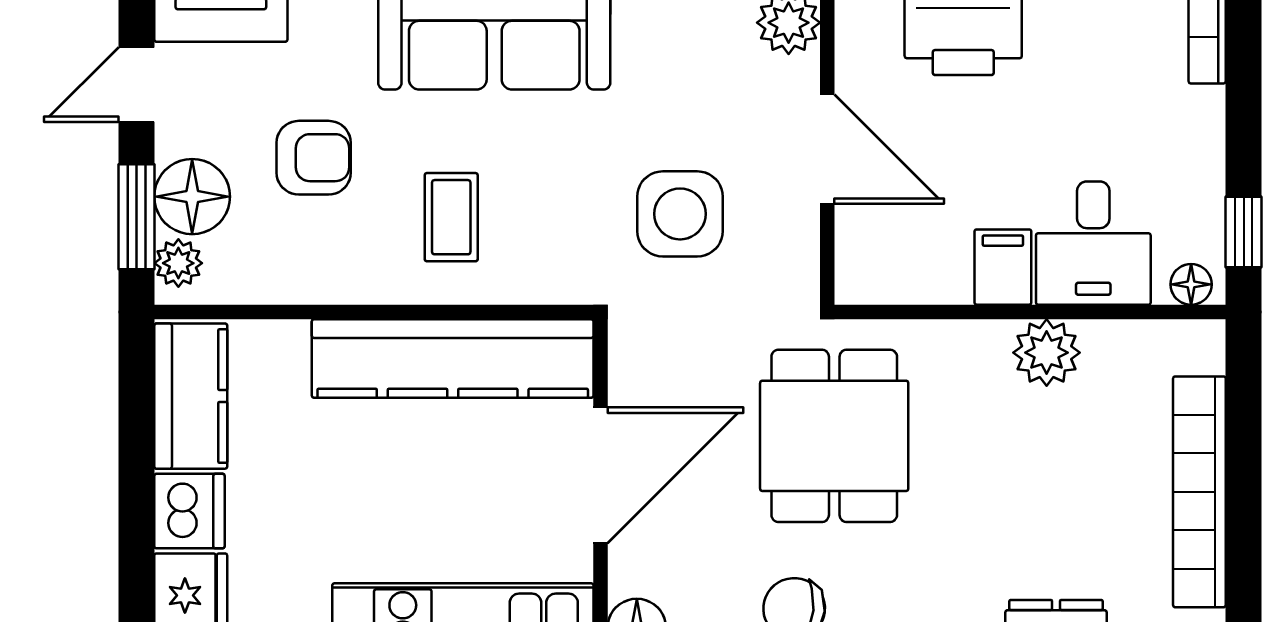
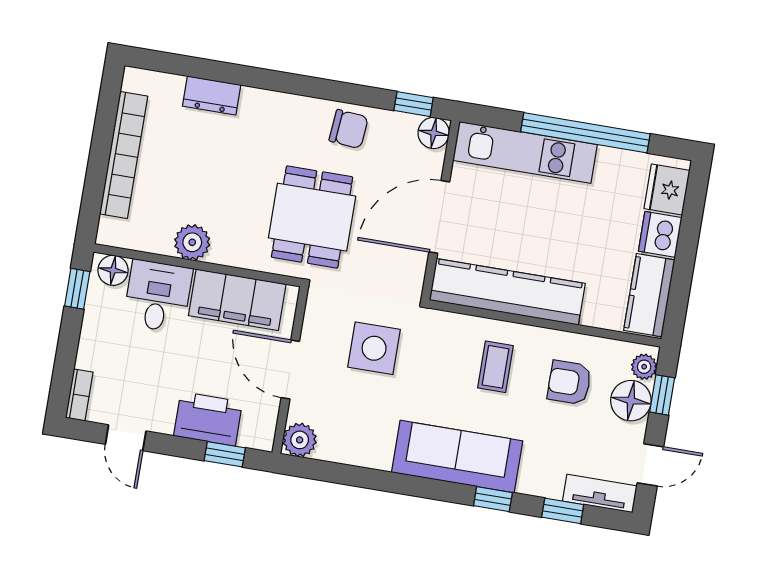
armchair: (314, 158) -> (569, 382), moved
window: (136, 217) -> (662, 395), width x0.67
filing cabinet: (1003, 267) -> (237, 300), width x3.00, depth x1.17
floor lamp: (1191, 284) -> (113, 270), width x1.37, depth x1.37

